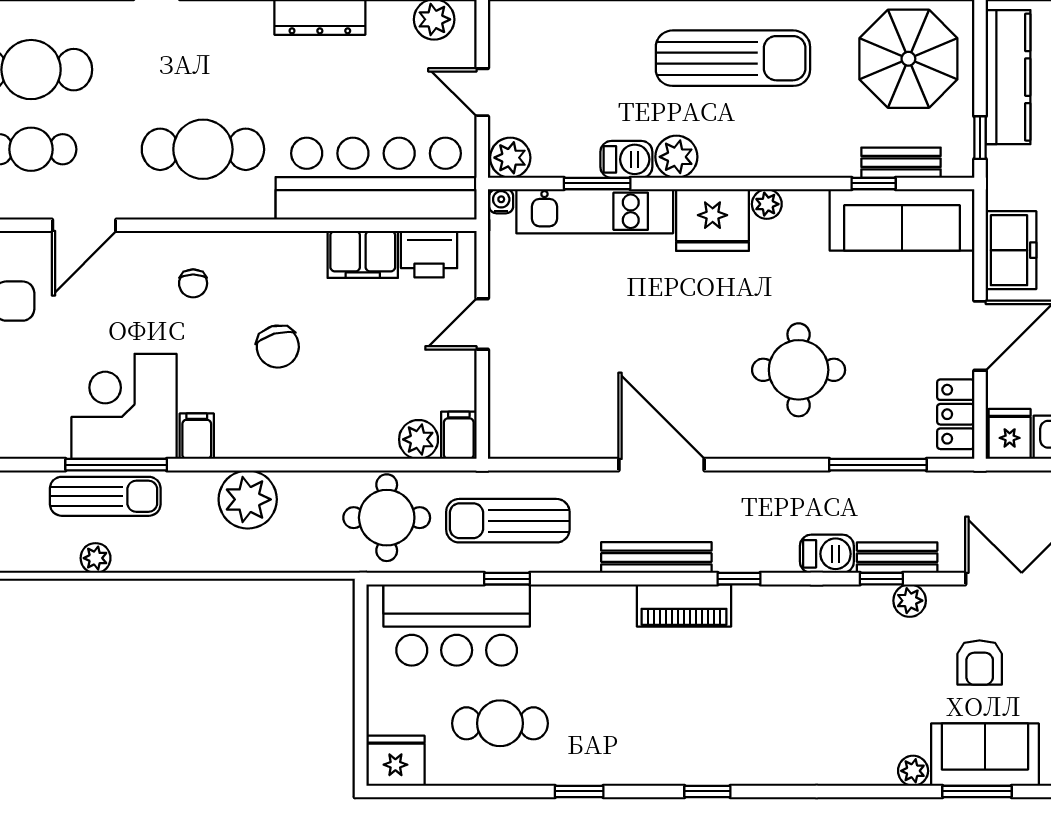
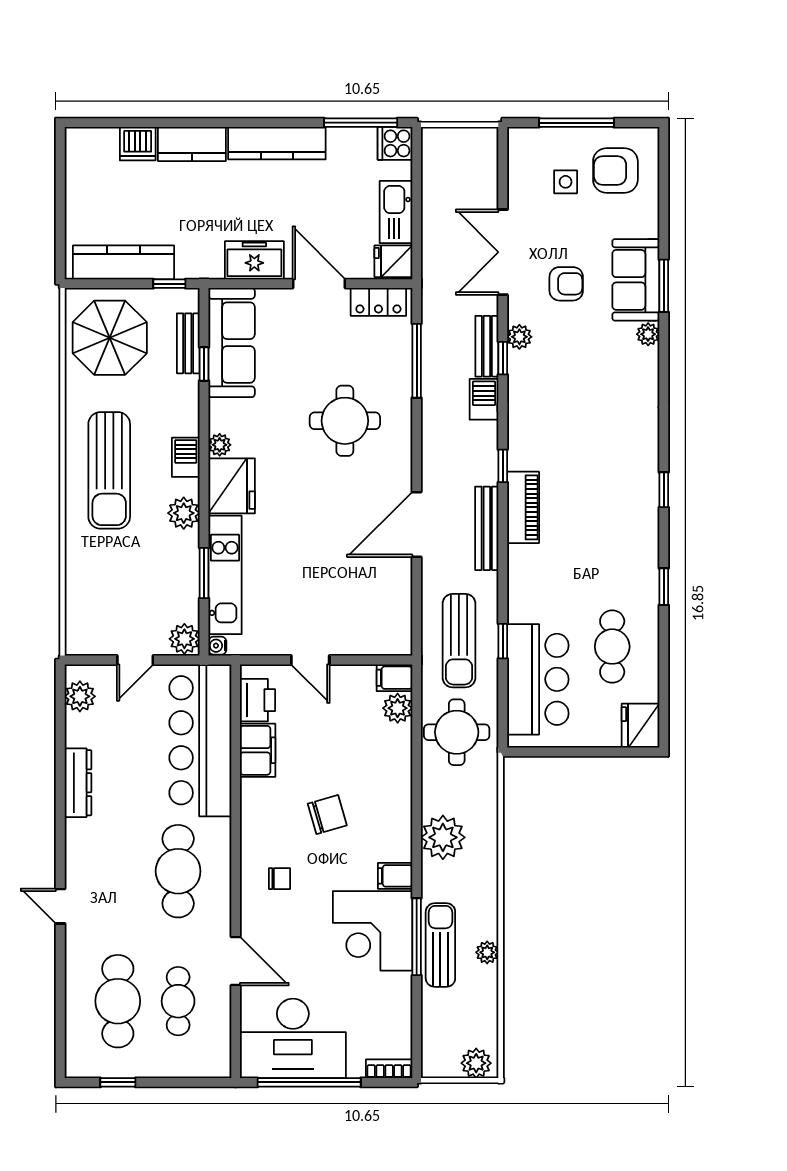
sun lounger: (733, 58) -> (109, 470), turned 180
barbecue: (626, 159) -> (186, 457), moved

